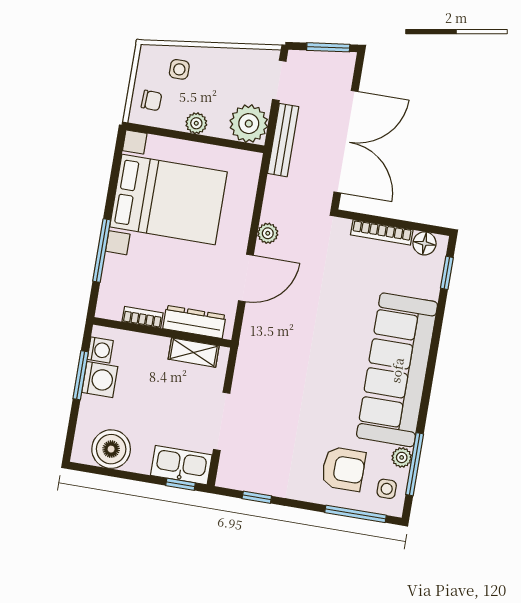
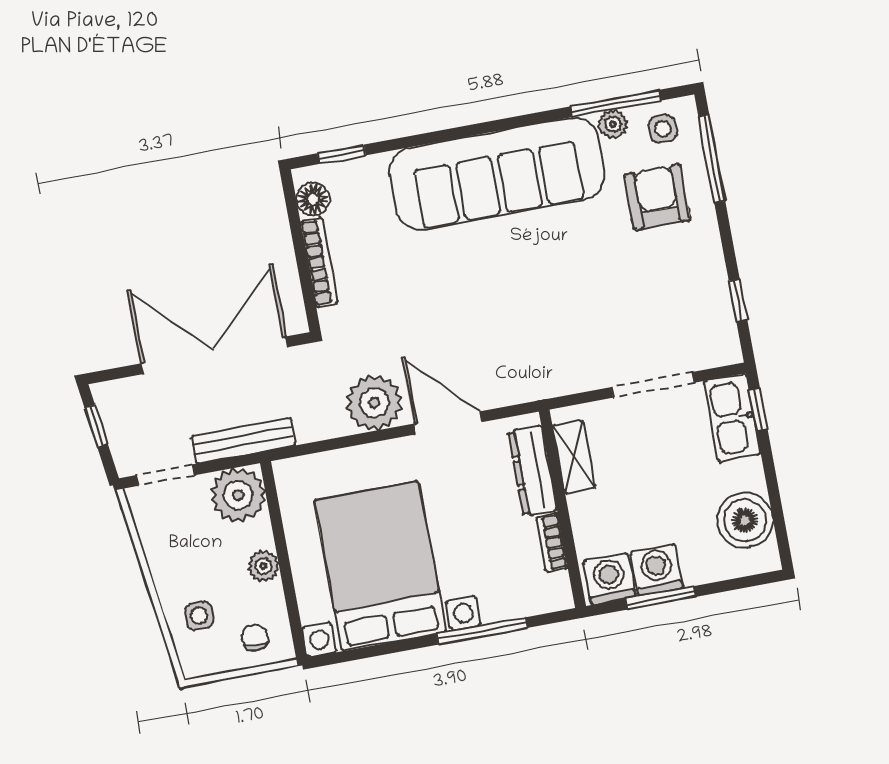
window: (328, 47) -> (96, 426), width x0.67
plant: (268, 233) -> (374, 403), width x1.88, depth x1.88
washing machine: (100, 350) -> (609, 579), width x1.38, depth x1.38

